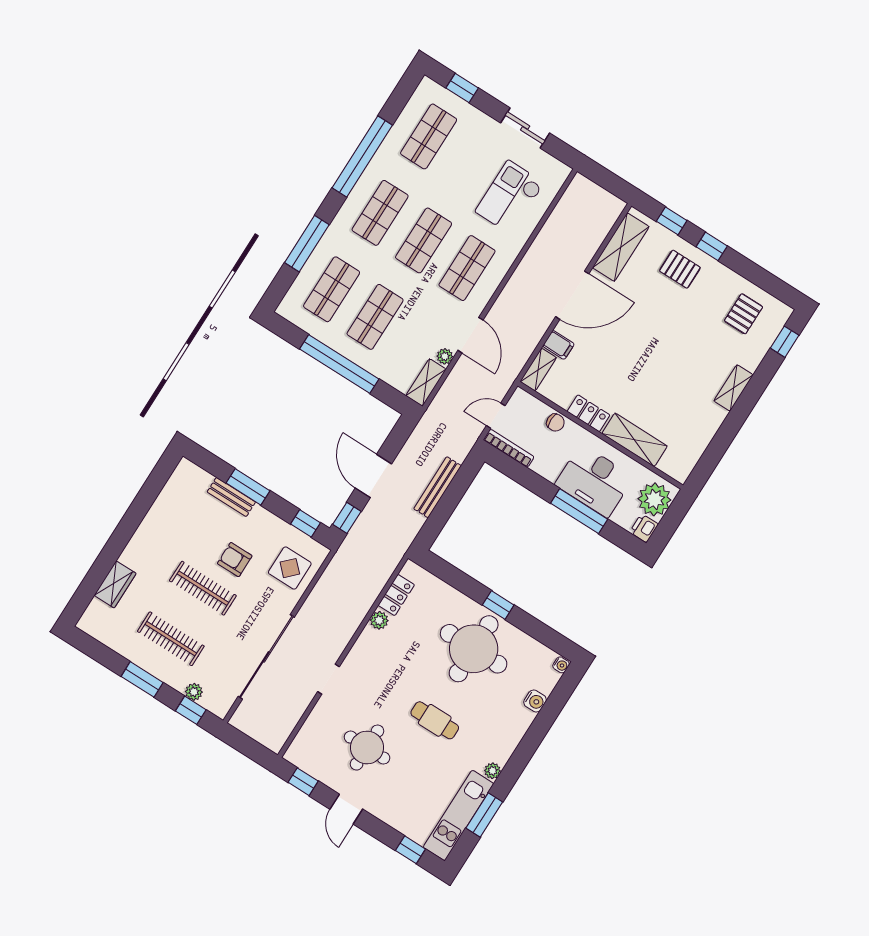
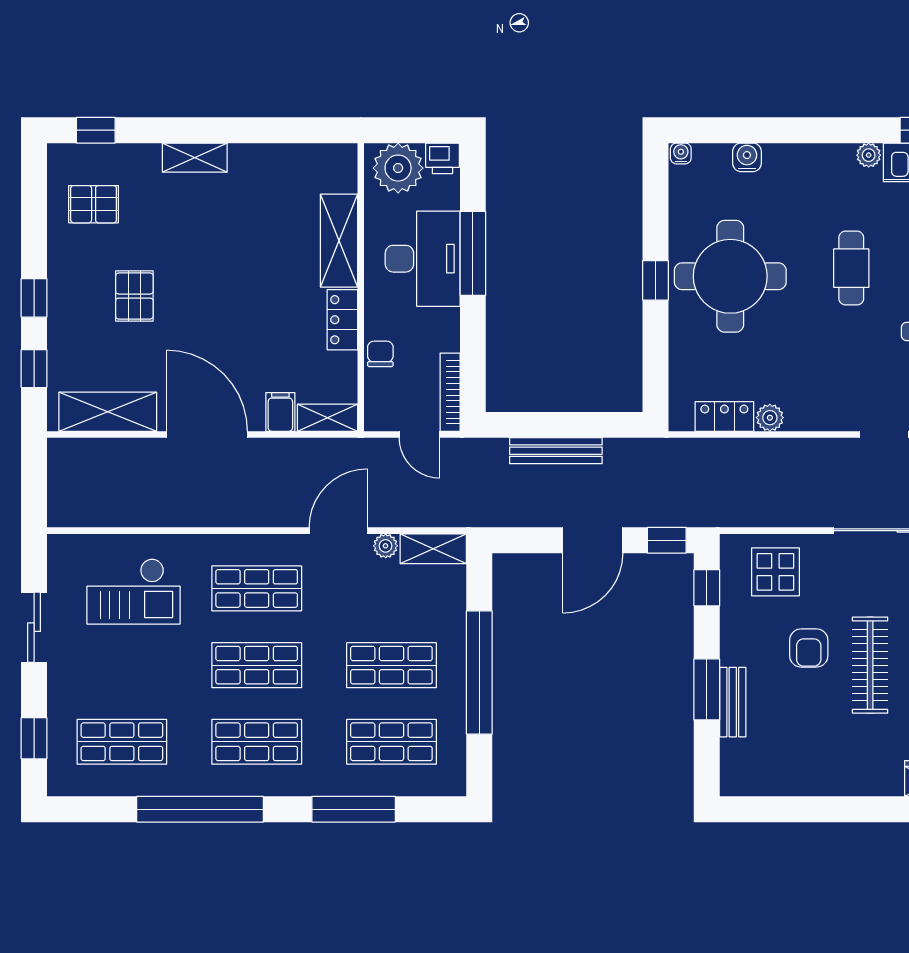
pallet: (680, 269) -> (134, 296), moved

